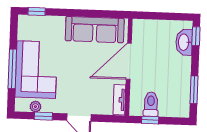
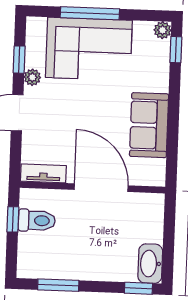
plant: (24, 20) -> (162, 30), added
sofa: (95, 30) -> (149, 125), width x0.73
washbasin: (184, 42) -> (150, 264), moved, turned -90
plant: (35, 107) -> (32, 77), moved

